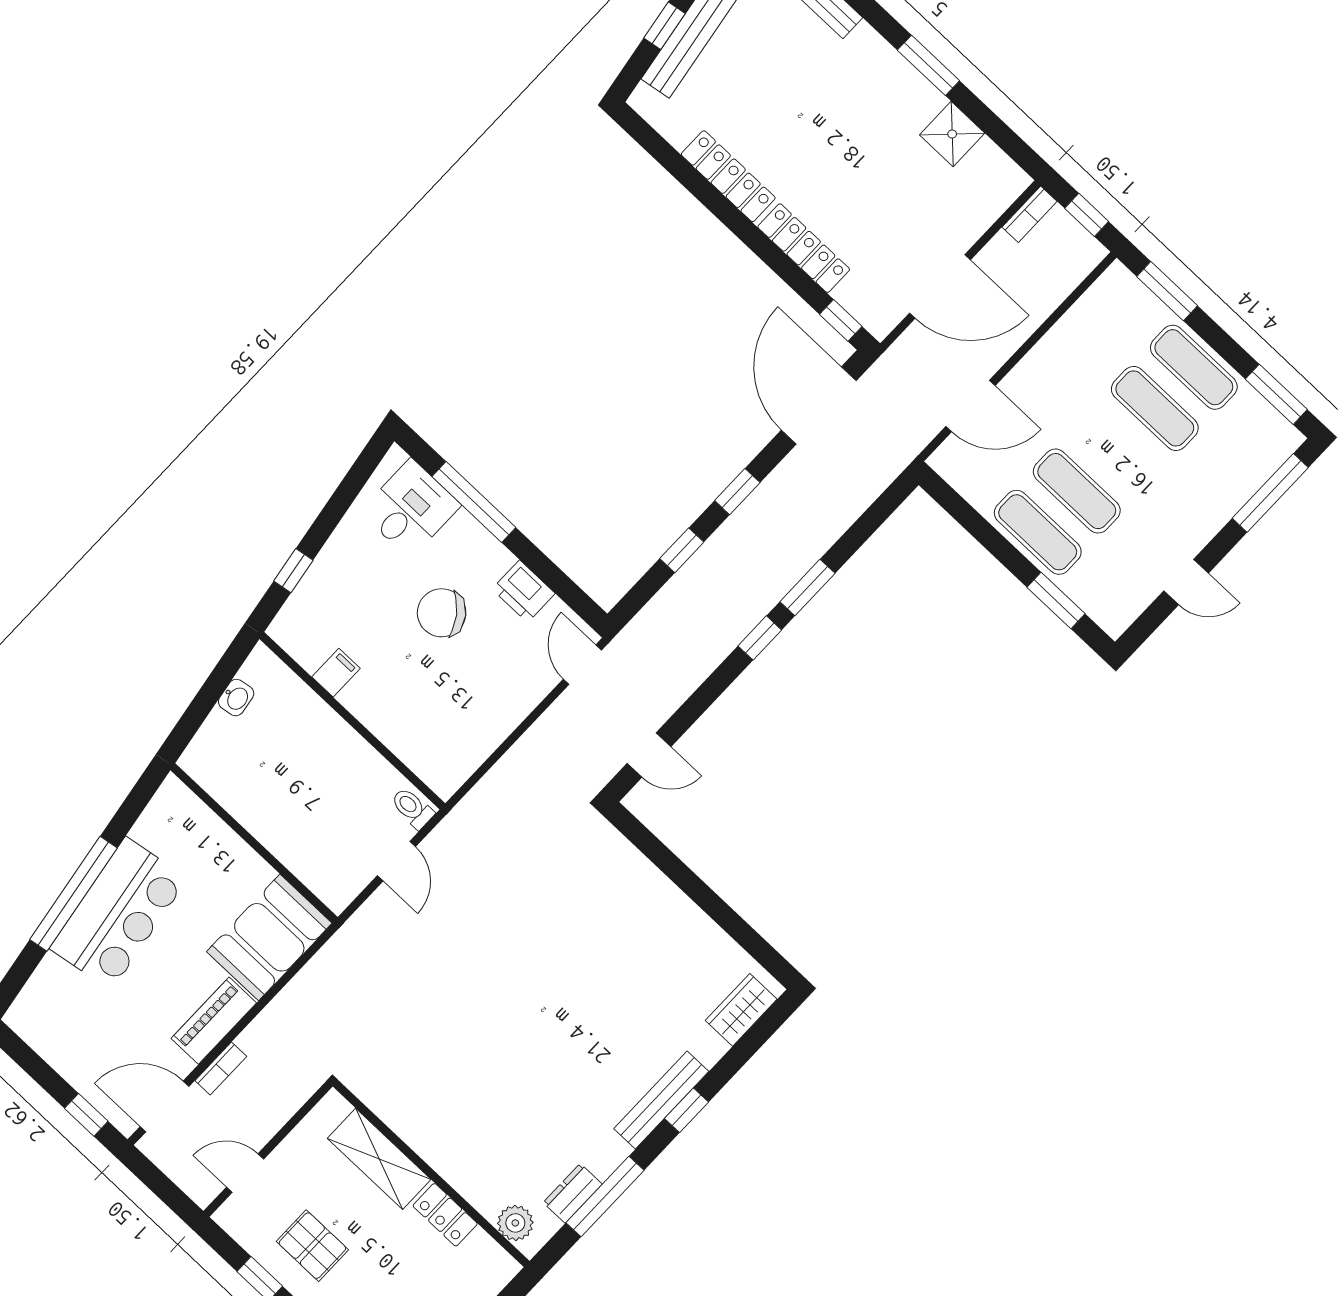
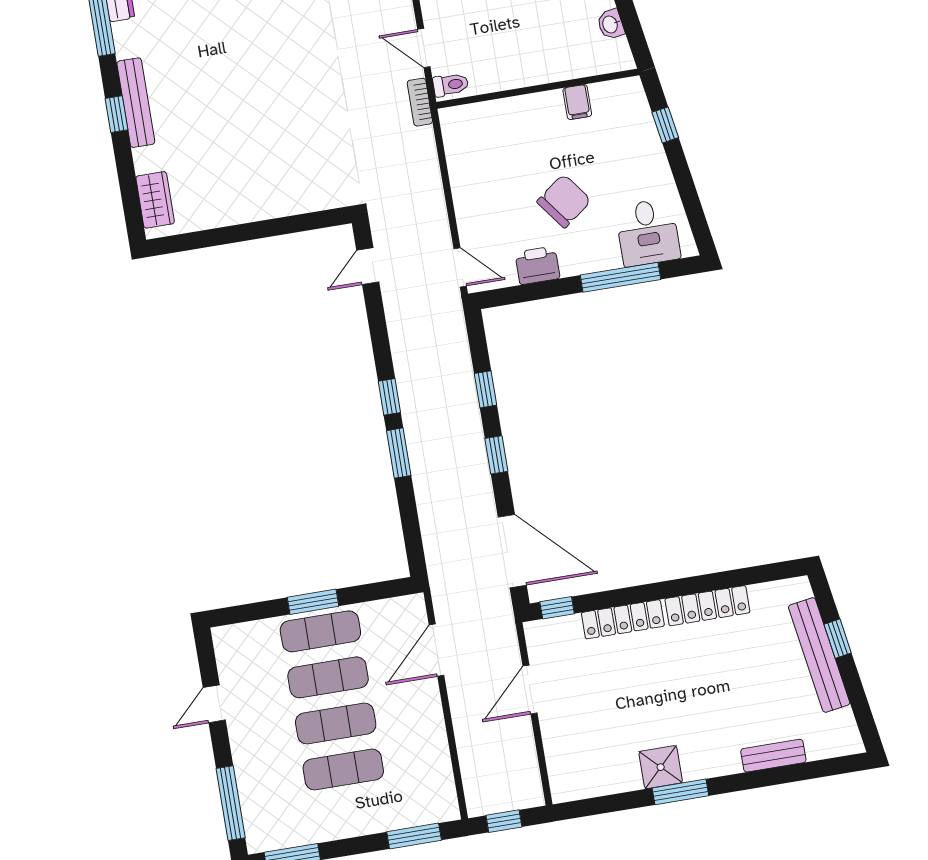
shower: (952, 134) -> (661, 767), moved
bookcase: (1030, 214) -> (420, 102), moved
door: (940, 286) -> (530, 690), width x0.73
exercise mat: (1194, 367) -> (336, 723), moved
window: (1056, 601) -> (313, 602), moved

